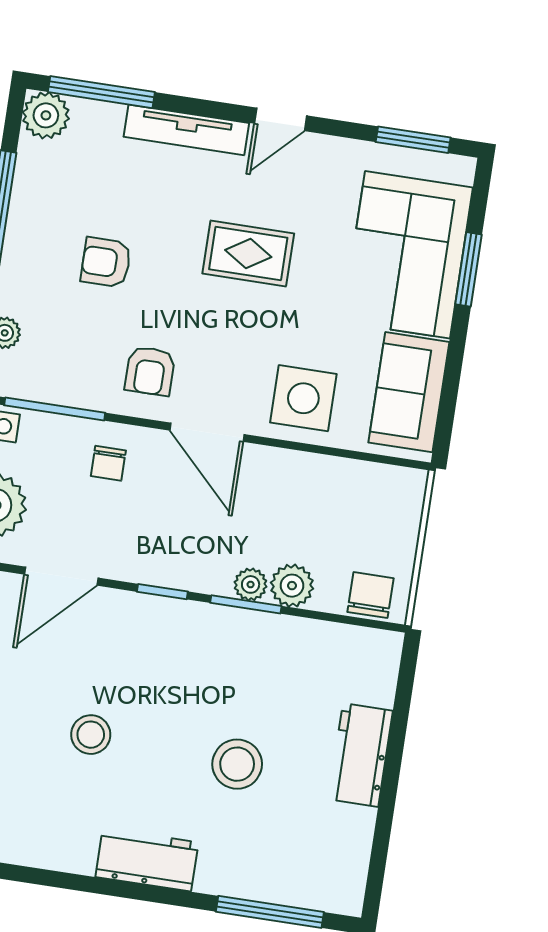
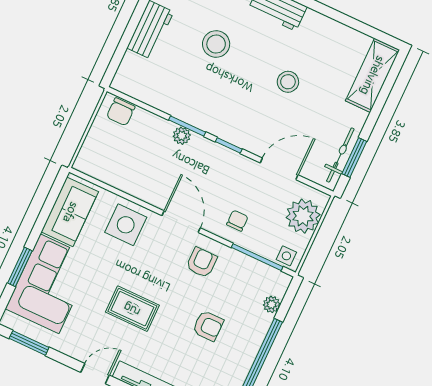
plant: (292, 586) -> (160, 129), removed

